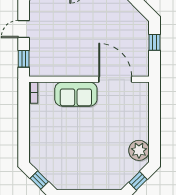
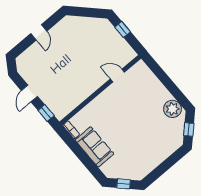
door: (115, 79) -> (117, 76), width x0.53
sofa: (76, 94) -> (94, 147), moved, turned -90

